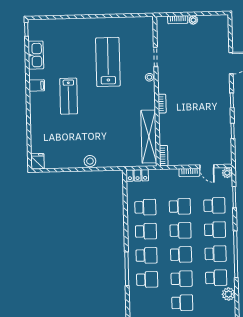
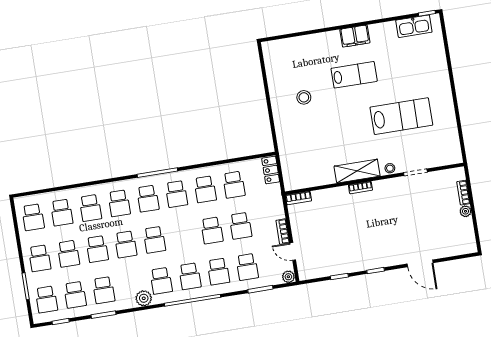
kitchen sink: (36, 55) -> (414, 26), moved
filing cabinet: (37, 85) -> (355, 36), width x2.00
lab bench: (69, 96) -> (354, 75), turned 180
shelving: (149, 137) -> (357, 171), moved, width x0.68
fridge: (38, 161) -> (271, 48), removed
stool: (90, 161) -> (304, 97), moved
door: (207, 166) -> (293, 251), hinge flipped
school desk: (181, 255) -> (119, 203), moved

